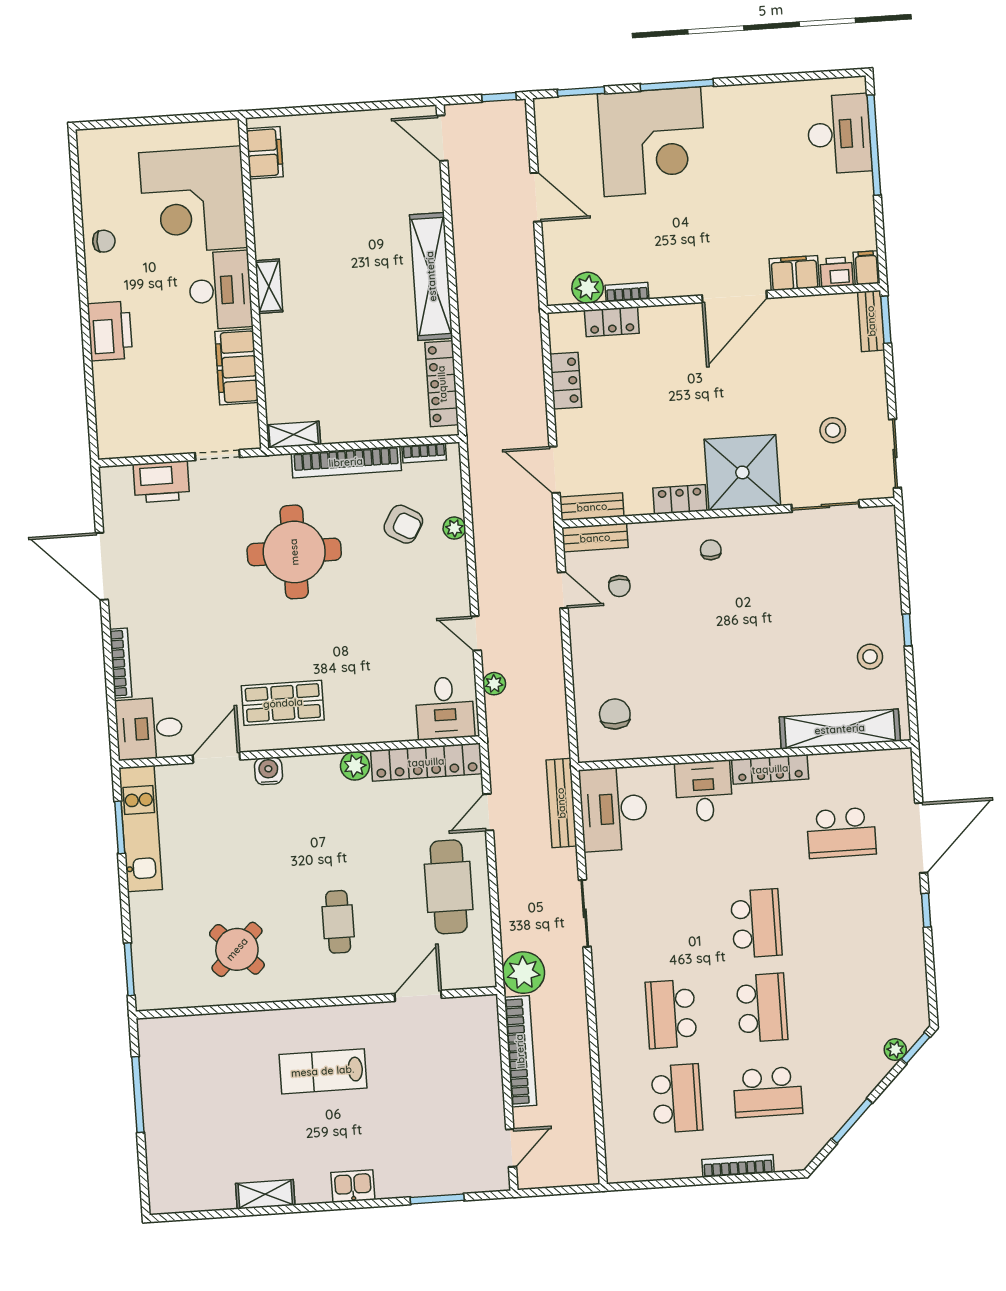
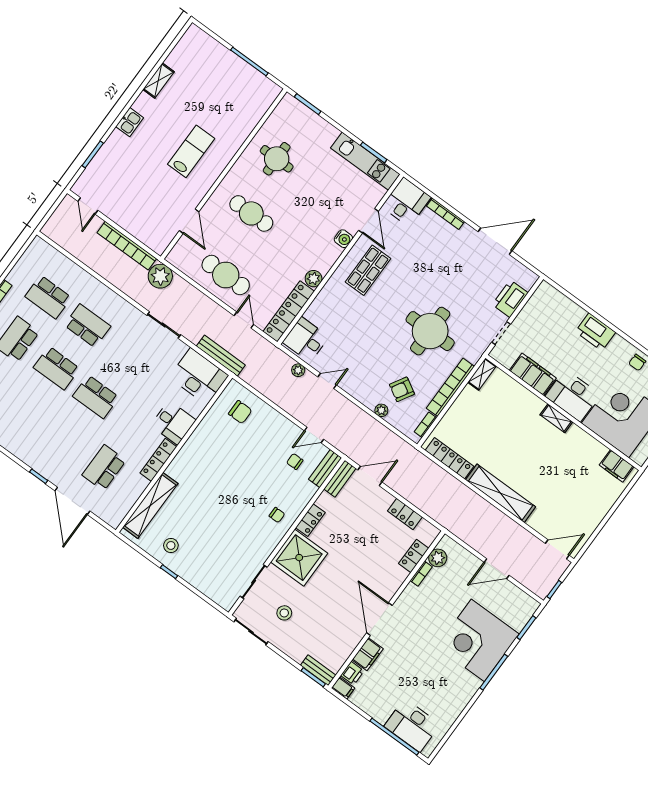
cafe table: (338, 922) -> (251, 213), width x1.37, depth x1.35
round table: (237, 949) -> (277, 159), turned 45

